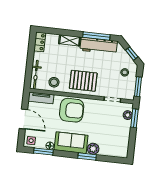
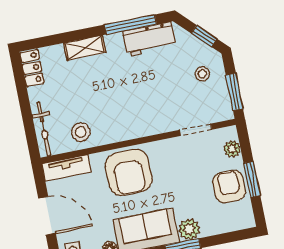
workbench: (99, 46) -> (149, 39), width x0.73
pallet: (83, 81) -> (133, 113), removed
armchair: (72, 110) -> (129, 172), turned 90
window: (134, 118) -> (252, 179), moved
armchair: (120, 134) -> (229, 187), added

